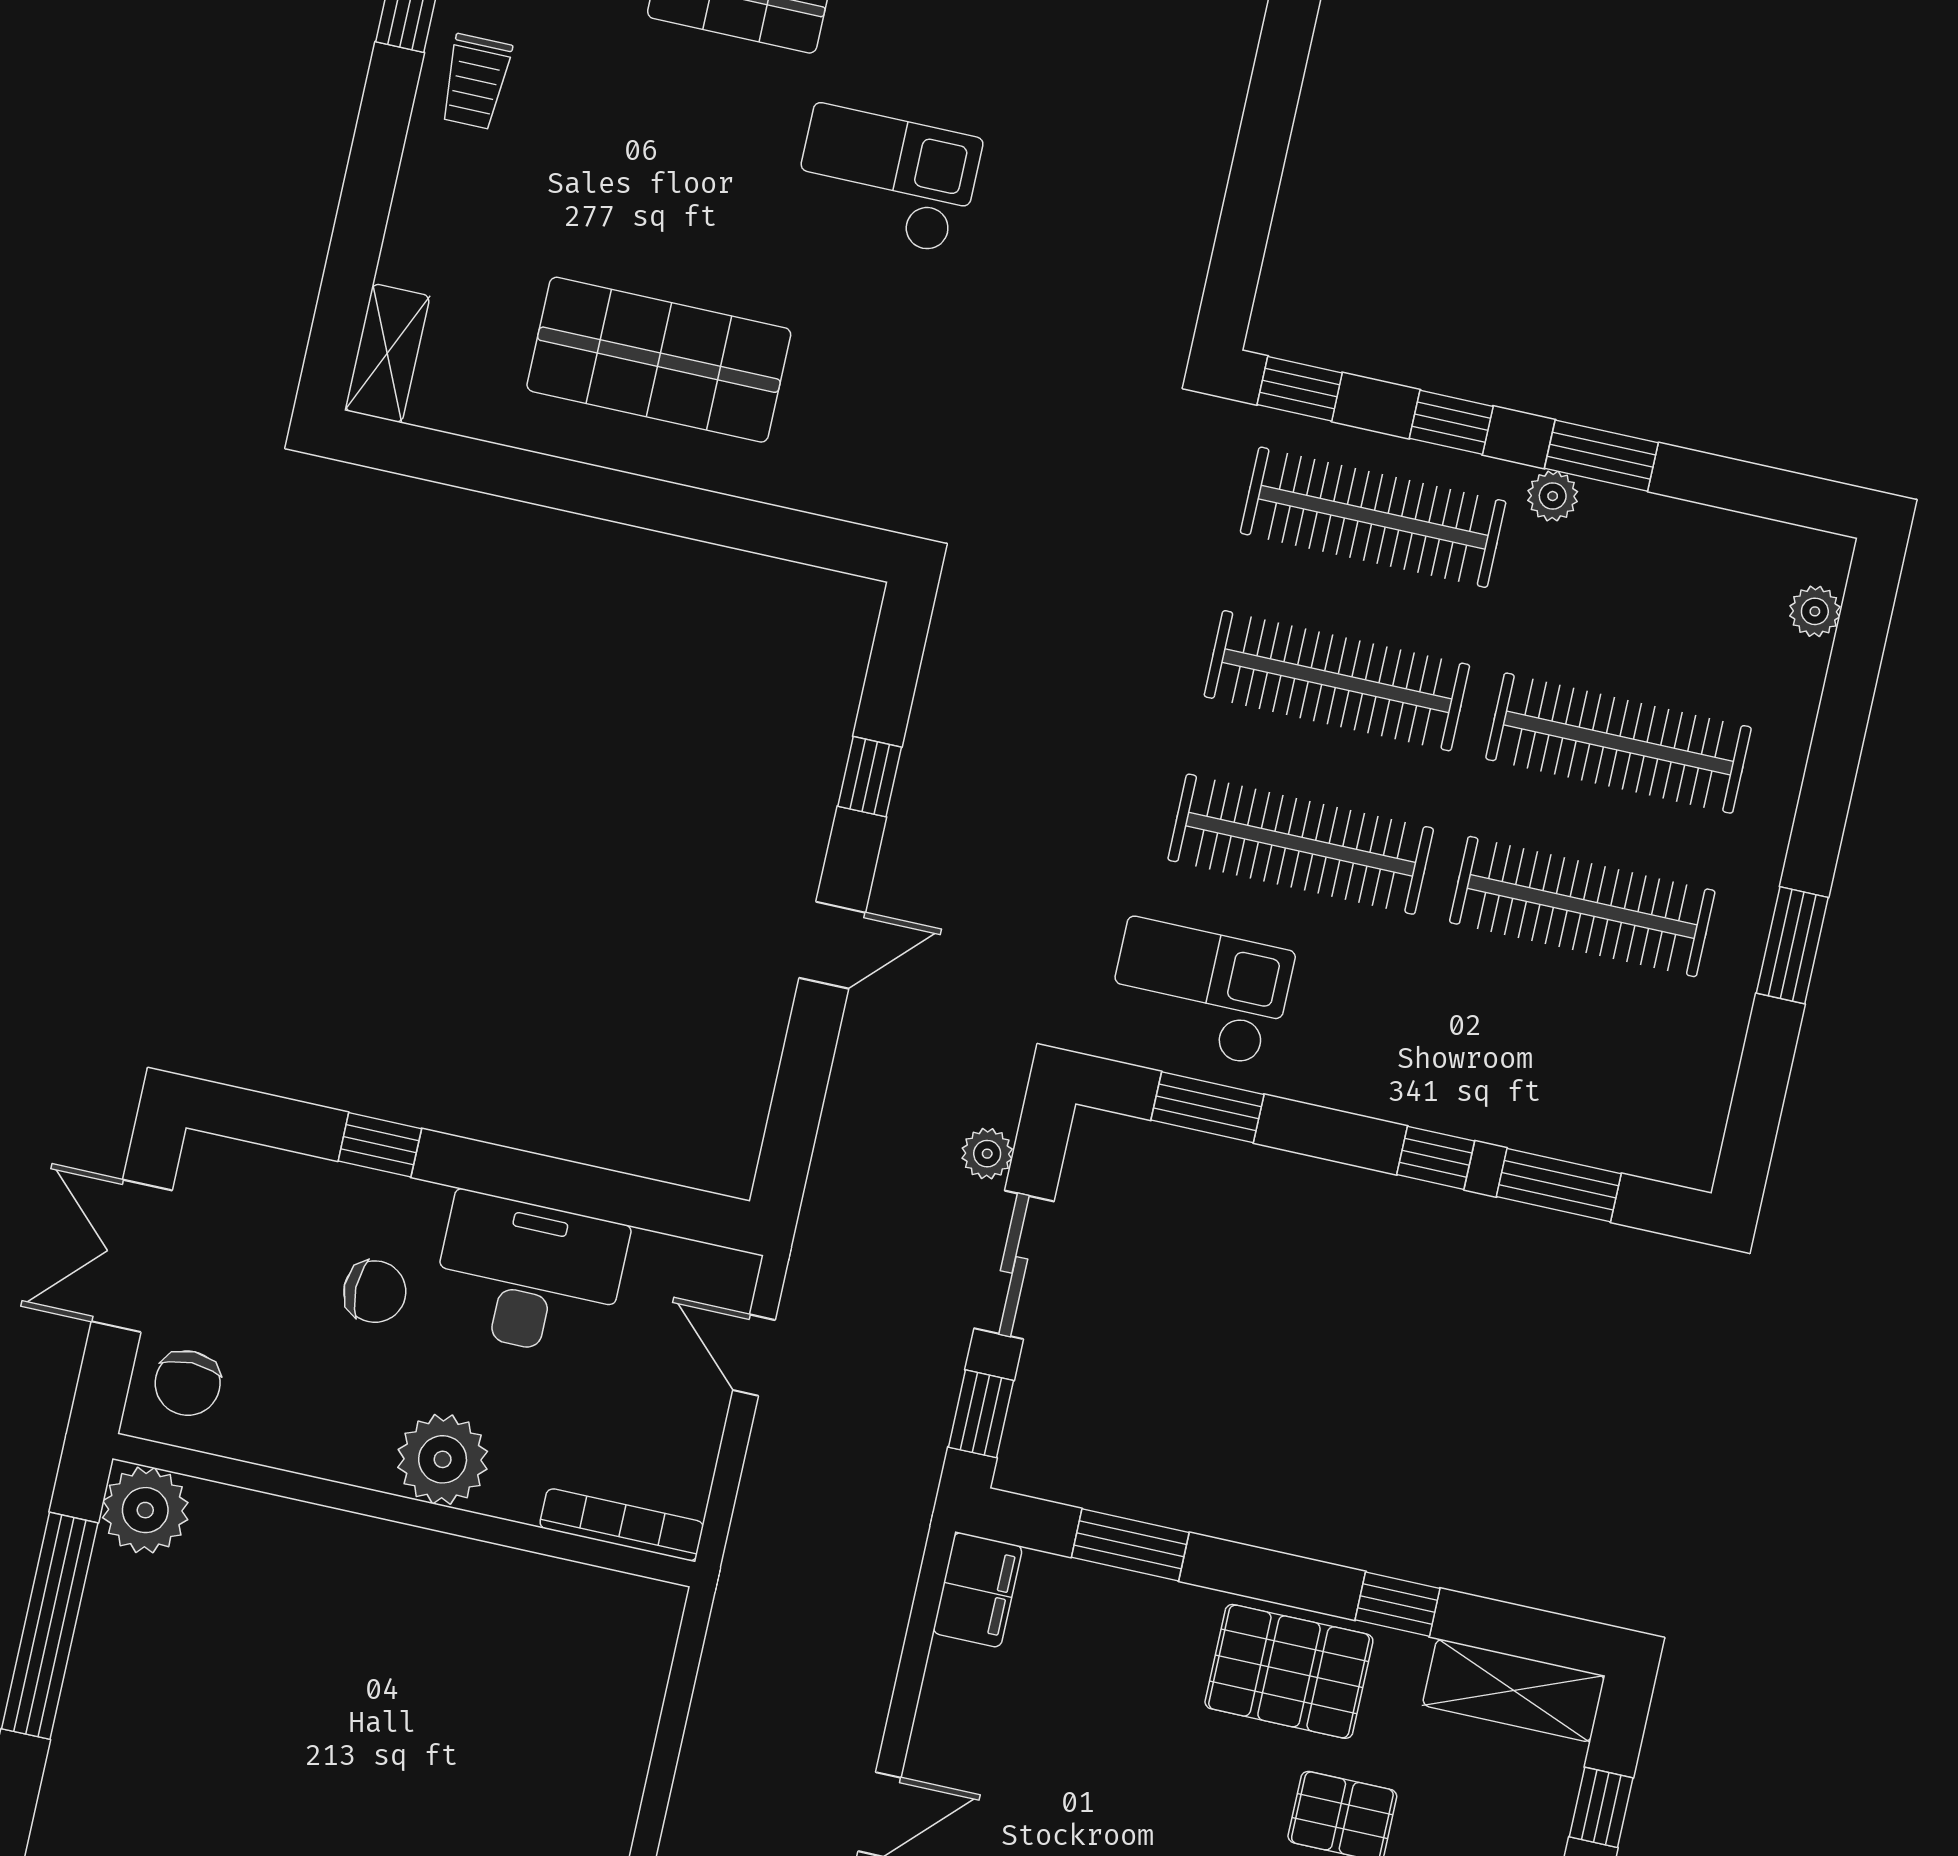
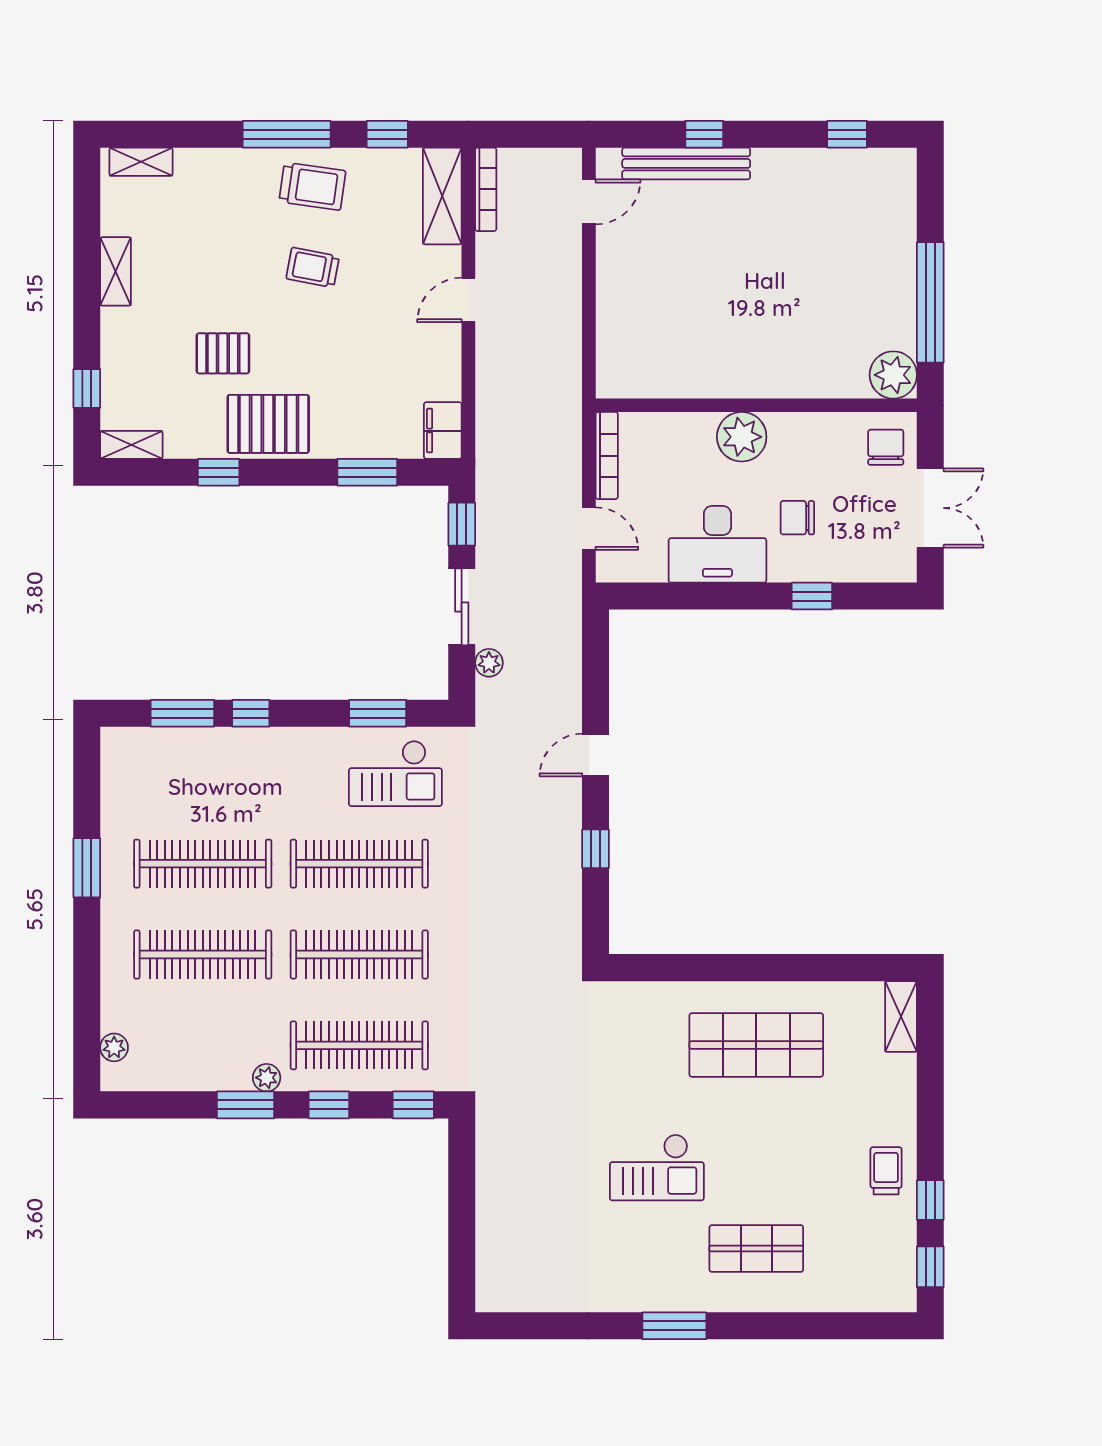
bookcase: (622, 1525) -> (607, 456), moved, turned -90
shelving: (1514, 1690) -> (131, 445), width x0.67, depth x0.75

